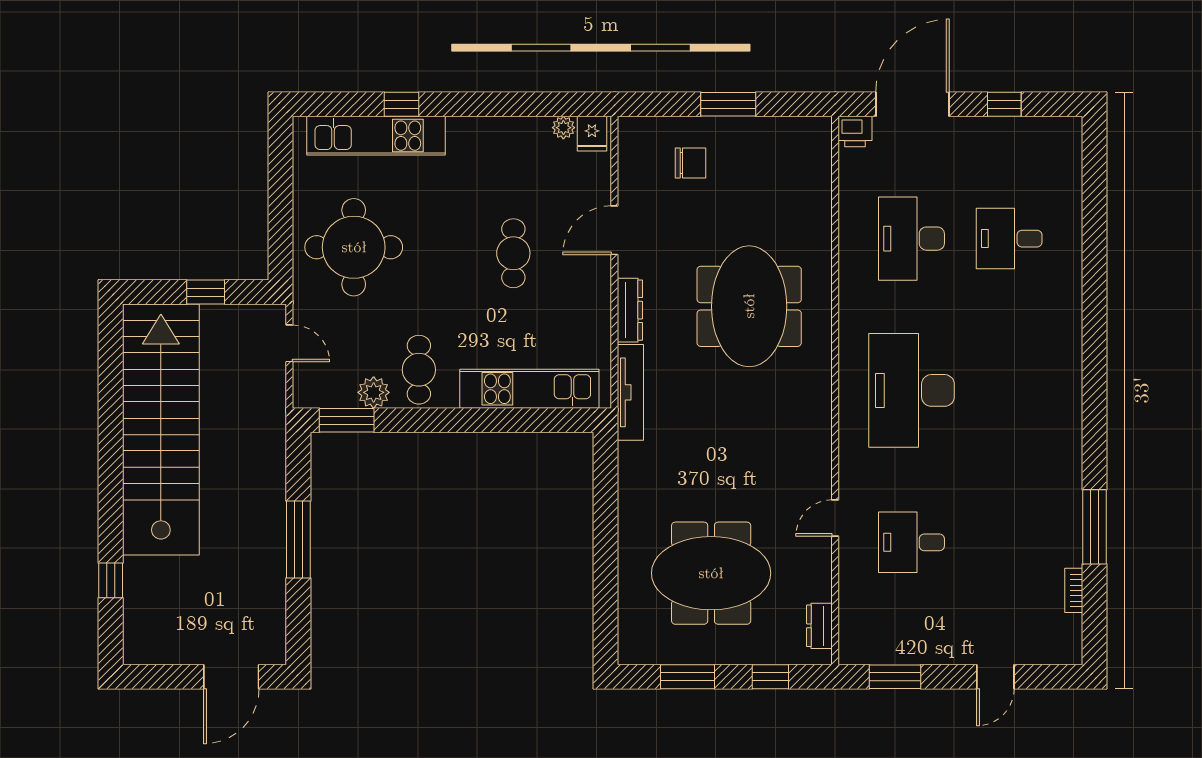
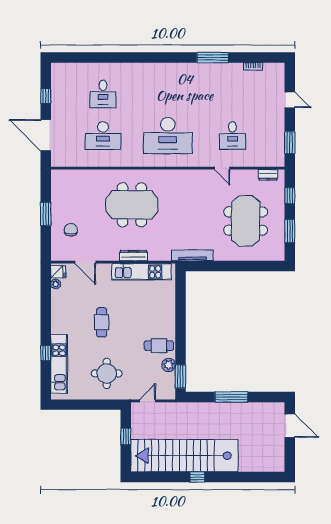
printer: (855, 132) -> (57, 160), removed
door: (614, 230) -> (85, 262), moved
round table: (354, 247) -> (107, 373), width x0.73, depth x0.73
cafe table: (513, 253) -> (102, 322), moved, turned 90
kitchen unit: (529, 389) -> (142, 272), moved, turned -90
tv unit: (630, 392) -> (192, 255), moved
window: (1095, 527) -> (213, 58), moved
window: (111, 580) -> (197, 477), moved

